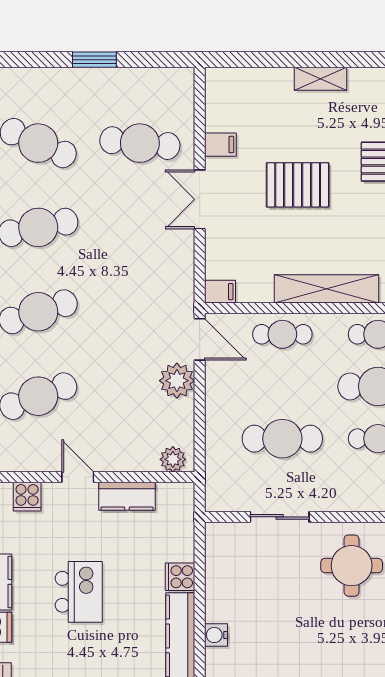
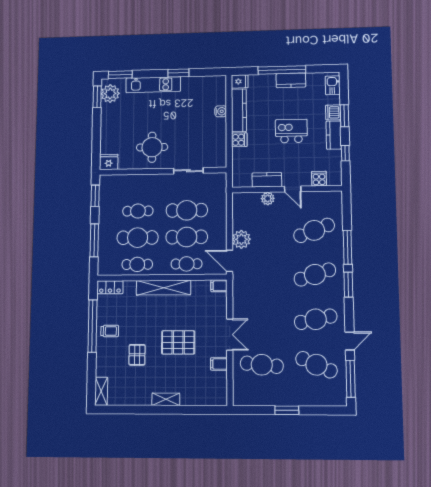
cafe table: (282, 386) -> (187, 237), added
plant: (173, 459) -> (268, 199), moved
kitchen island: (79, 592) -> (291, 131), turned 90

